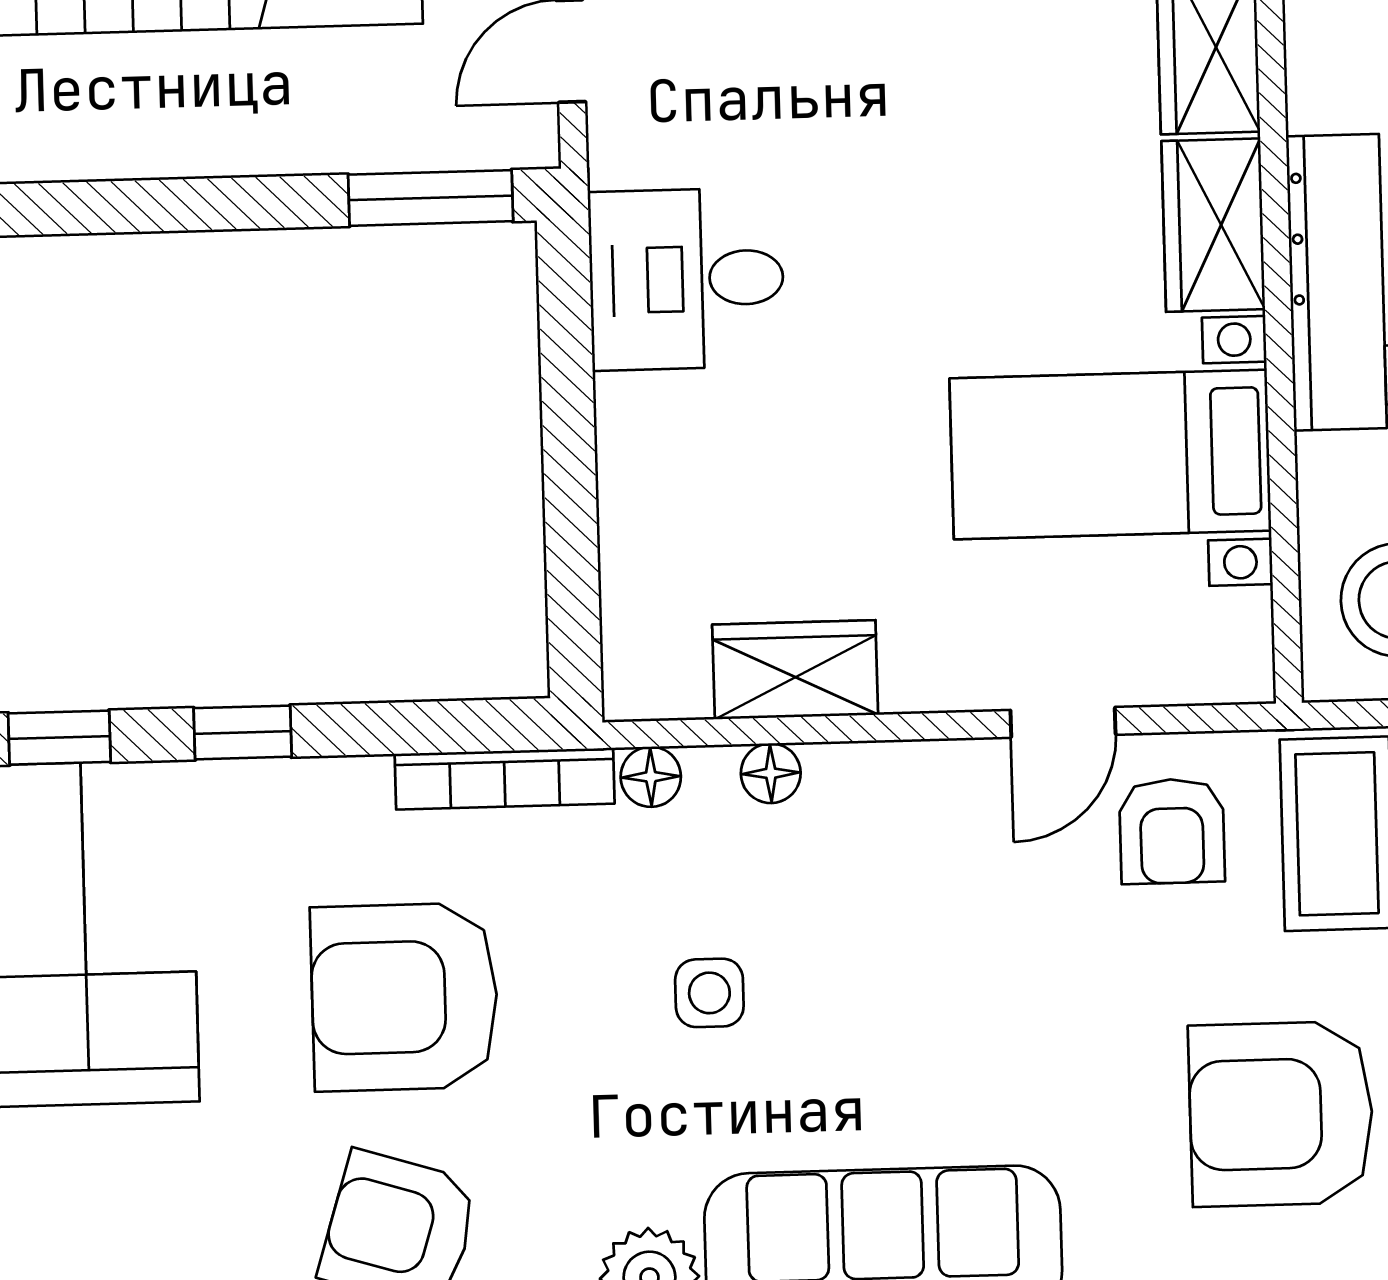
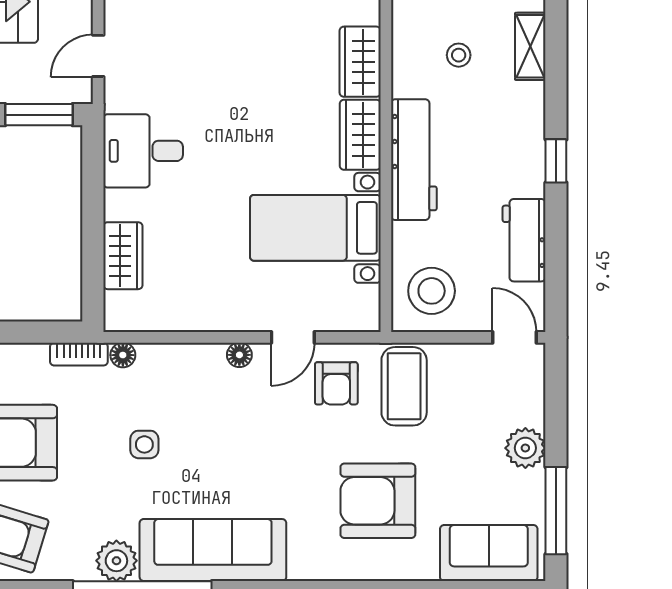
wardrobe: (795, 670) -> (123, 256), moved, turned 90
floor lamp: (771, 773) -> (239, 355), moved
bookcase: (505, 779) -> (79, 354), width x0.64

